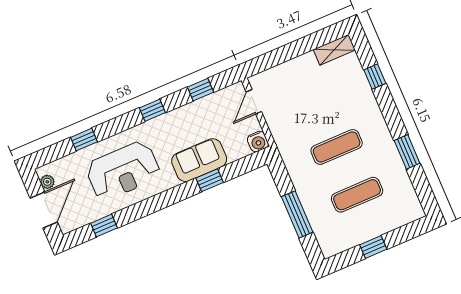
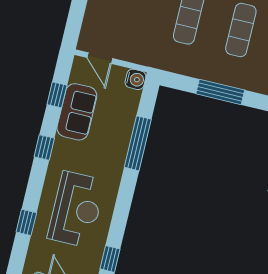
sofa: (199, 160) -> (77, 112), moved, turned 180
window: (210, 180) -> (138, 143), width x2.17

